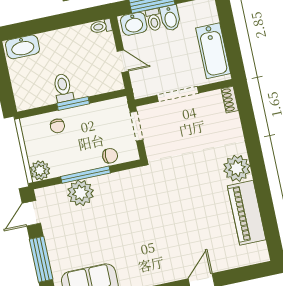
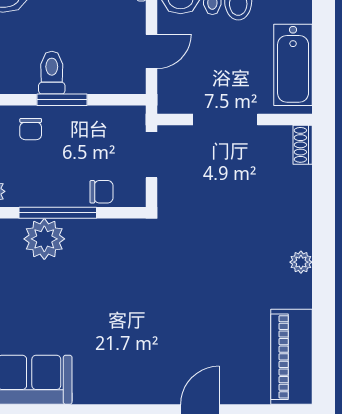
door: (123, 61) -> (151, 51), hinge flipped
plant: (237, 168) -> (301, 262), width x0.53, depth x0.53
piano: (247, 213) -> (292, 357), moved

